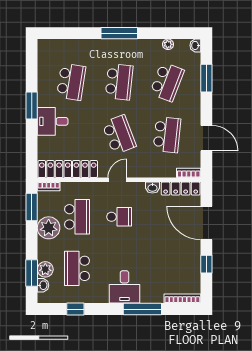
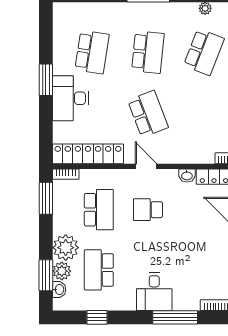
desk: (53, 121) -> (70, 98), width x1.37
school desk: (167, 135) -> (204, 114), removed
door: (117, 180) -> (146, 166), hinge flipped
school desk: (119, 217) -> (148, 210), turned 180
plant: (49, 228) -> (66, 248), moved

